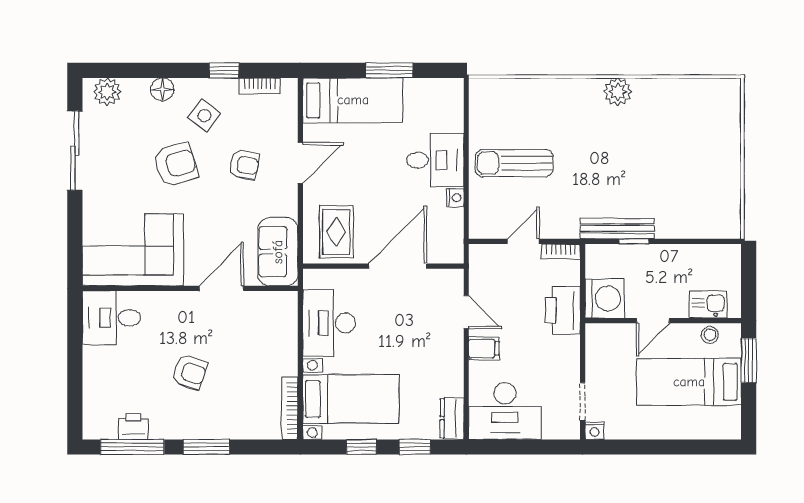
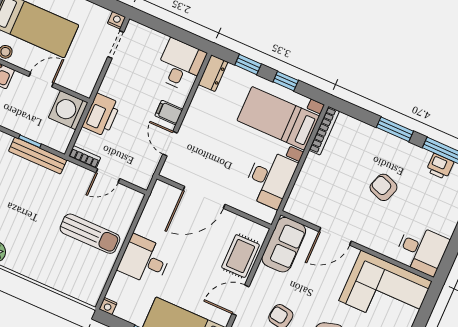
nightstand: (455, 198) -> (108, 306), moved, turned -90
rug: (336, 232) -> (241, 256), moved
desk: (505, 411) -> (180, 65), width x0.73

